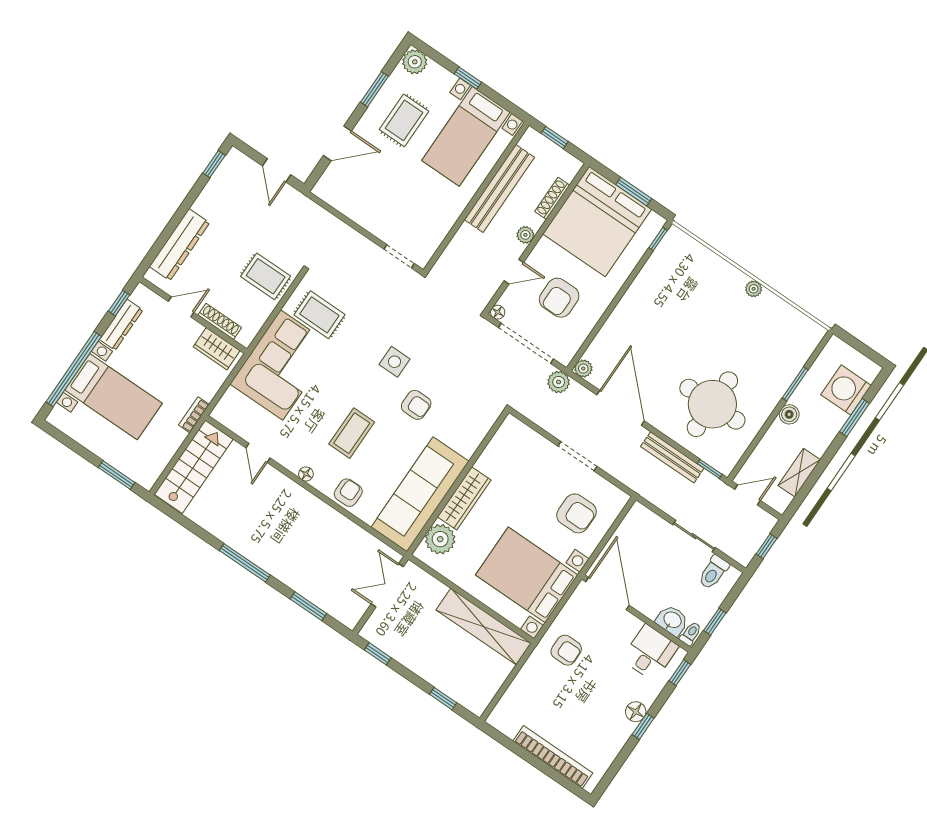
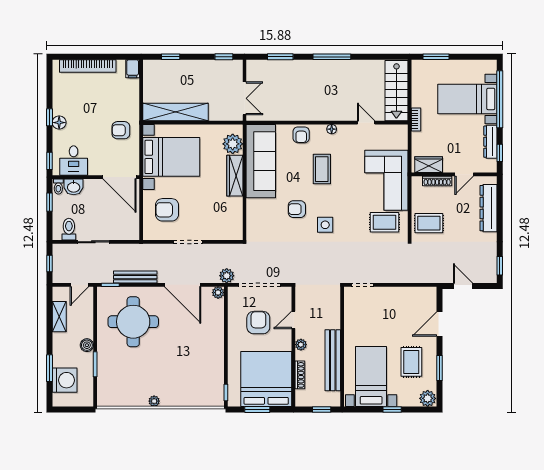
floor lamp: (498, 312) -> (287, 291), removed
filing cabinet: (500, 716) -> (133, 69), added

